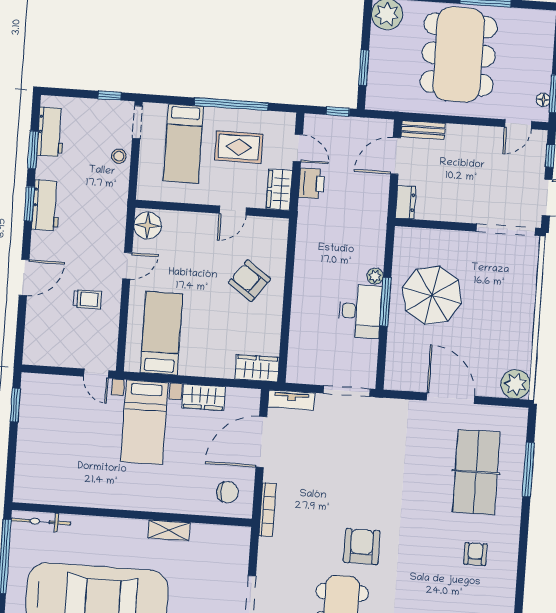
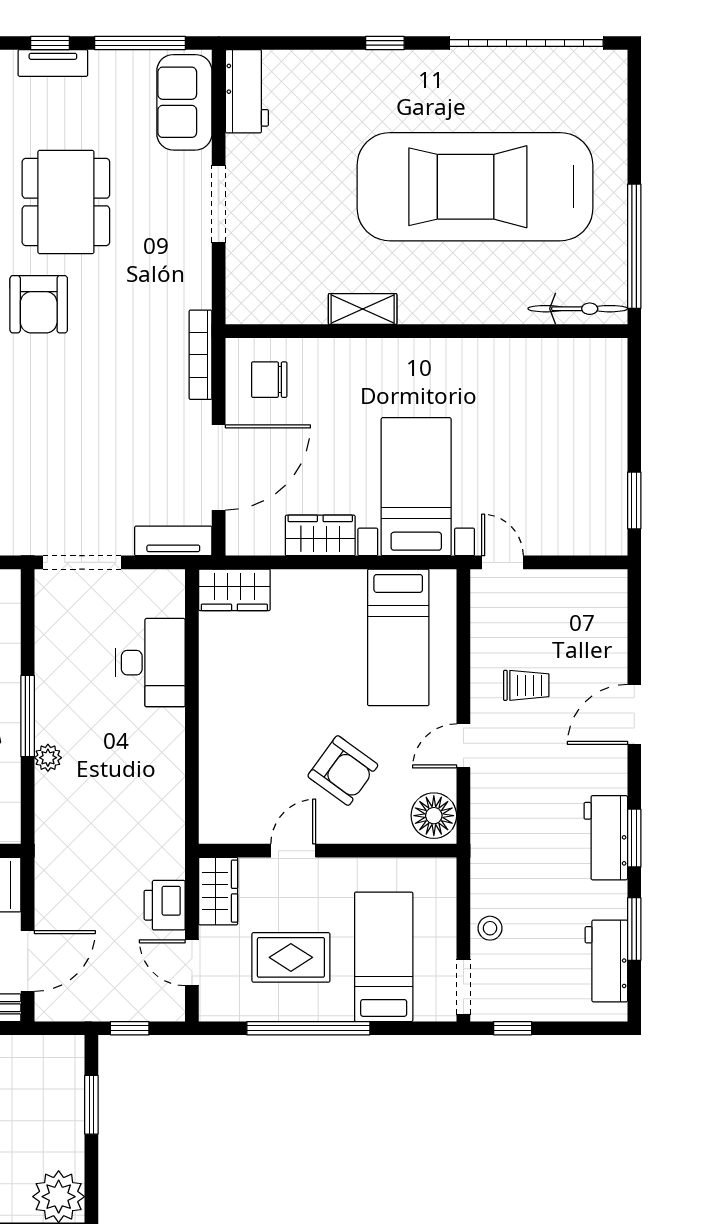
armchair: (249, 281) -> (343, 771), moved
trolley: (87, 299) -> (526, 685), turned 180
desk: (360, 311) -> (150, 663), moved, turned 180

